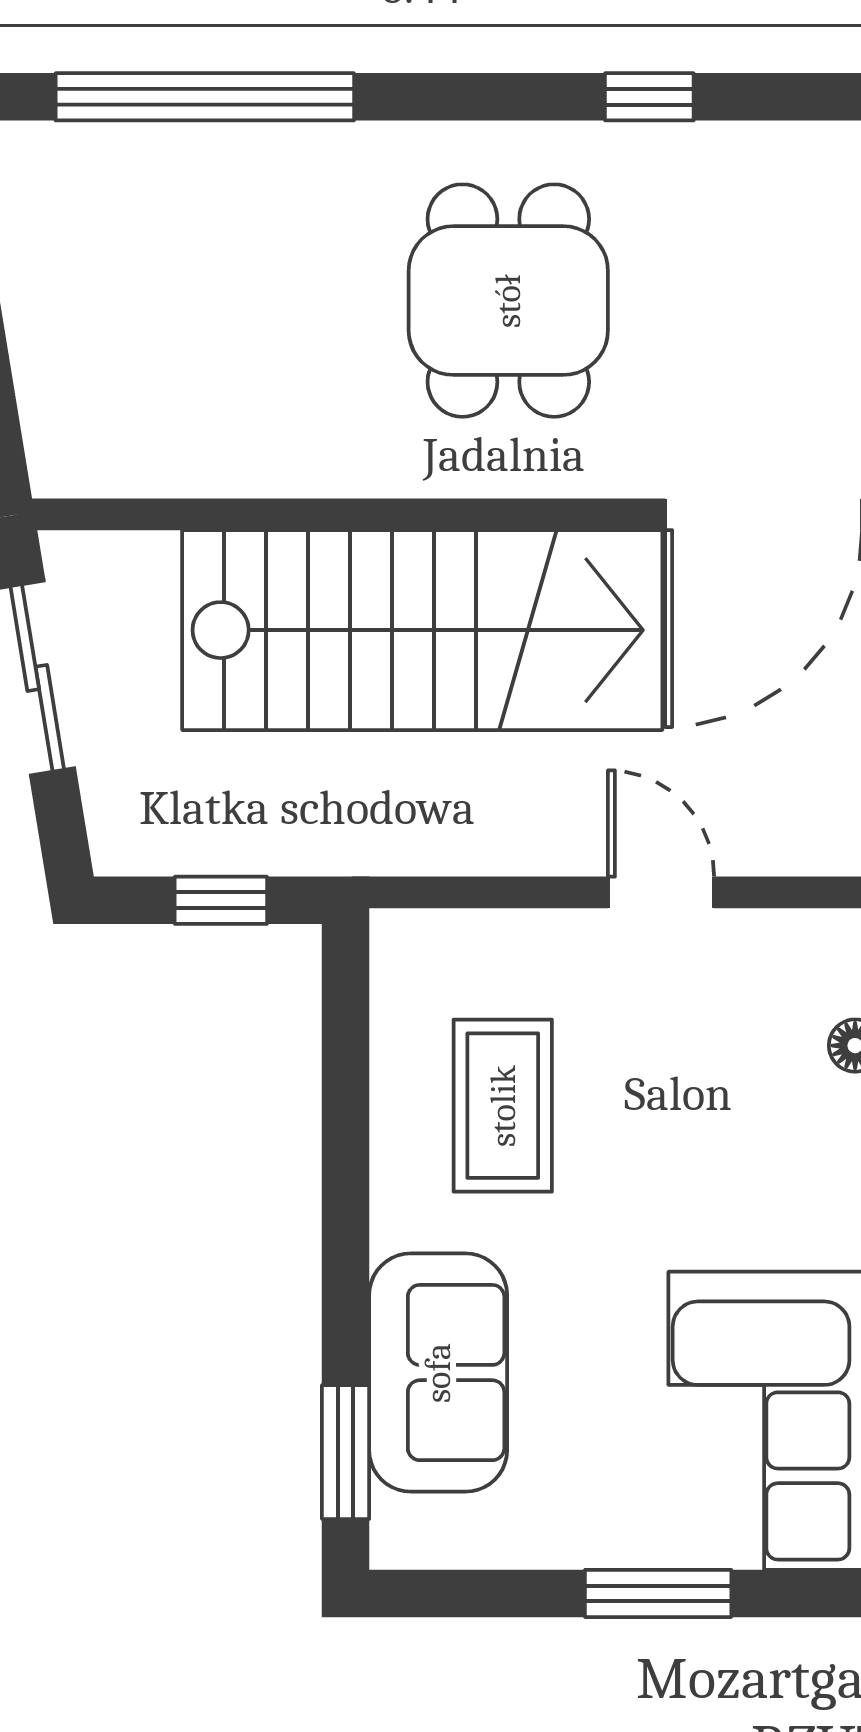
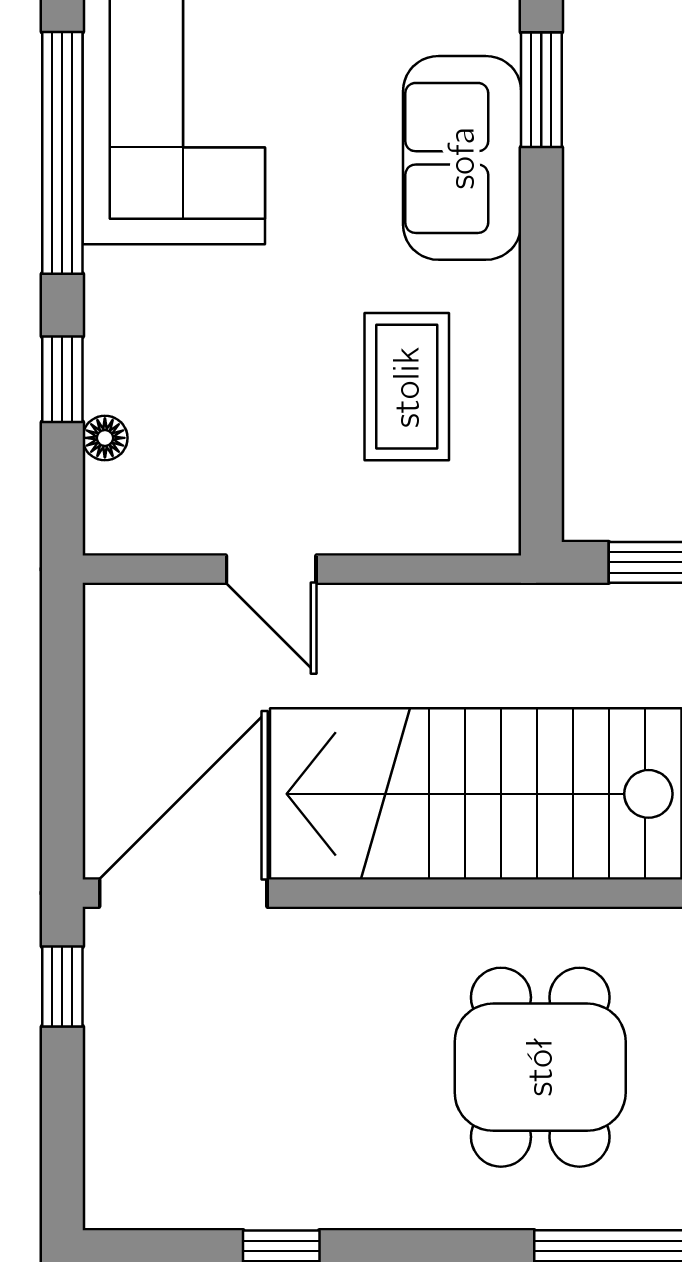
dining table: (508, 301) -> (540, 1067), moved

